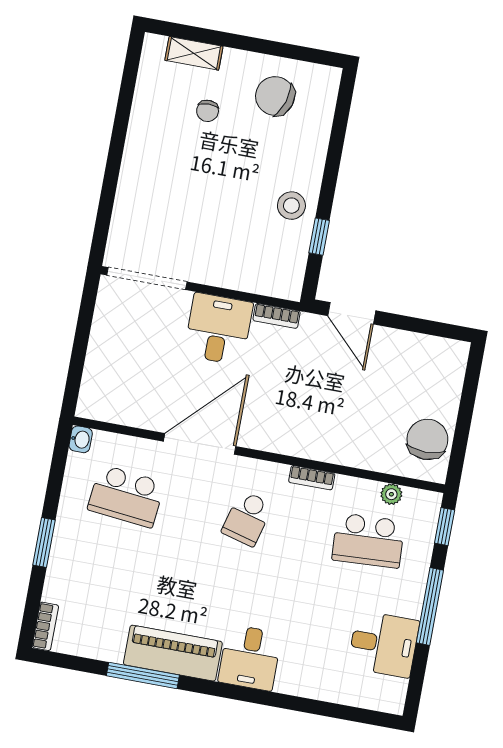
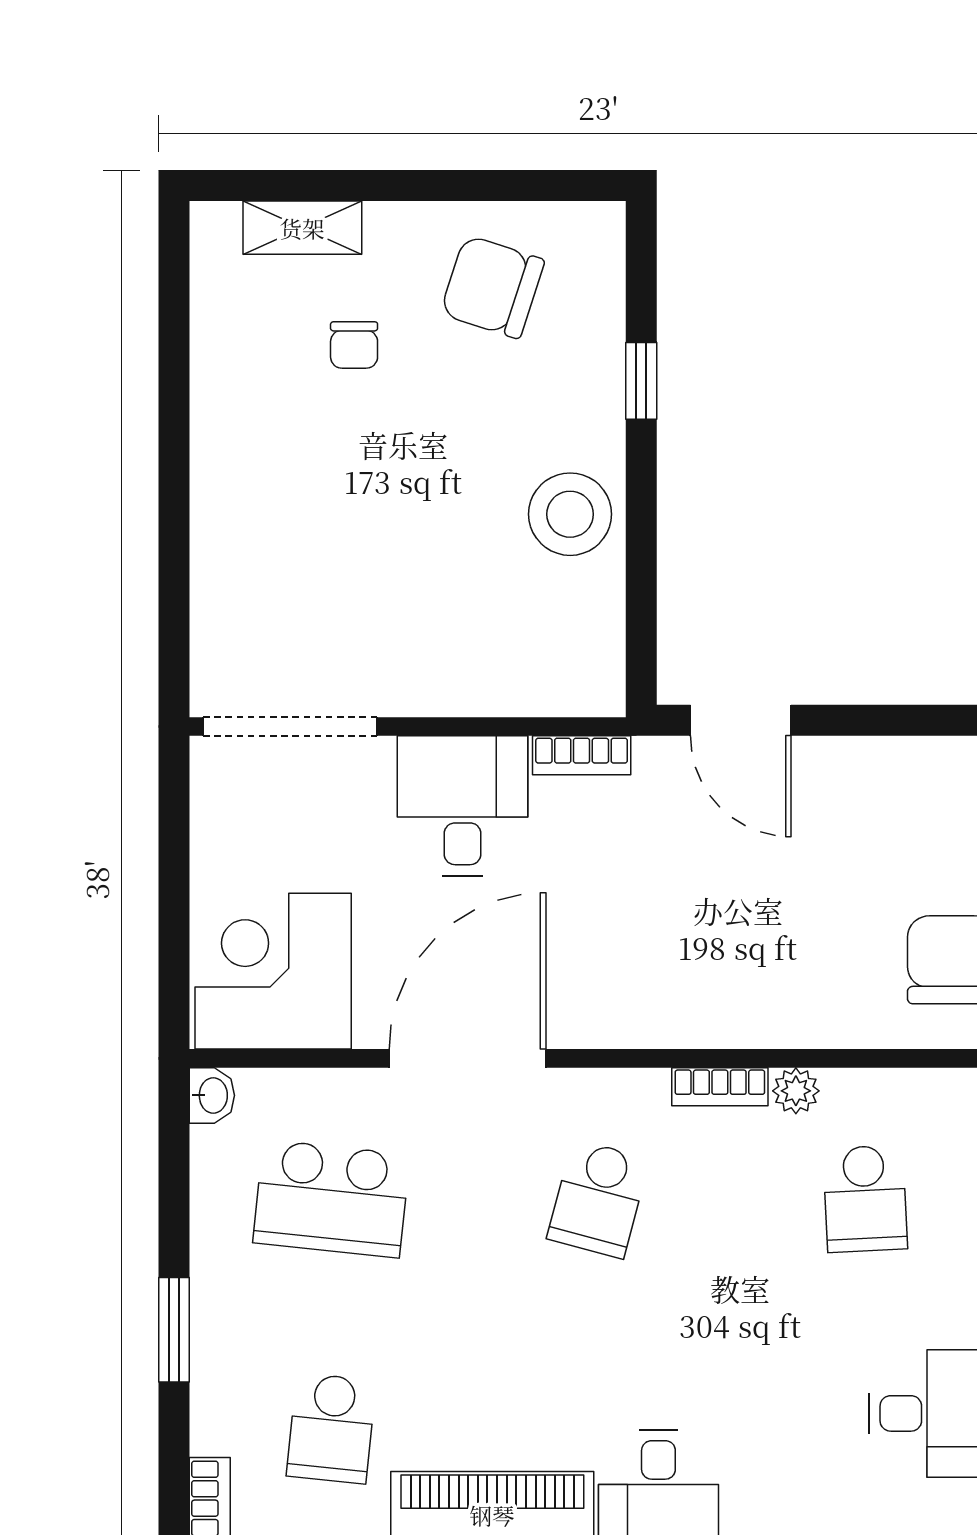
stool: (291, 206) -> (570, 514), width x1.38, depth x1.38
window: (319, 237) -> (641, 381), moved
corner desk: (119, 388) -> (273, 971), added
plant: (391, 494) -> (796, 1091), moved
school desk: (368, 541) -> (865, 1199), width x0.54
school desk: (107, 600) -> (331, 1428), added

